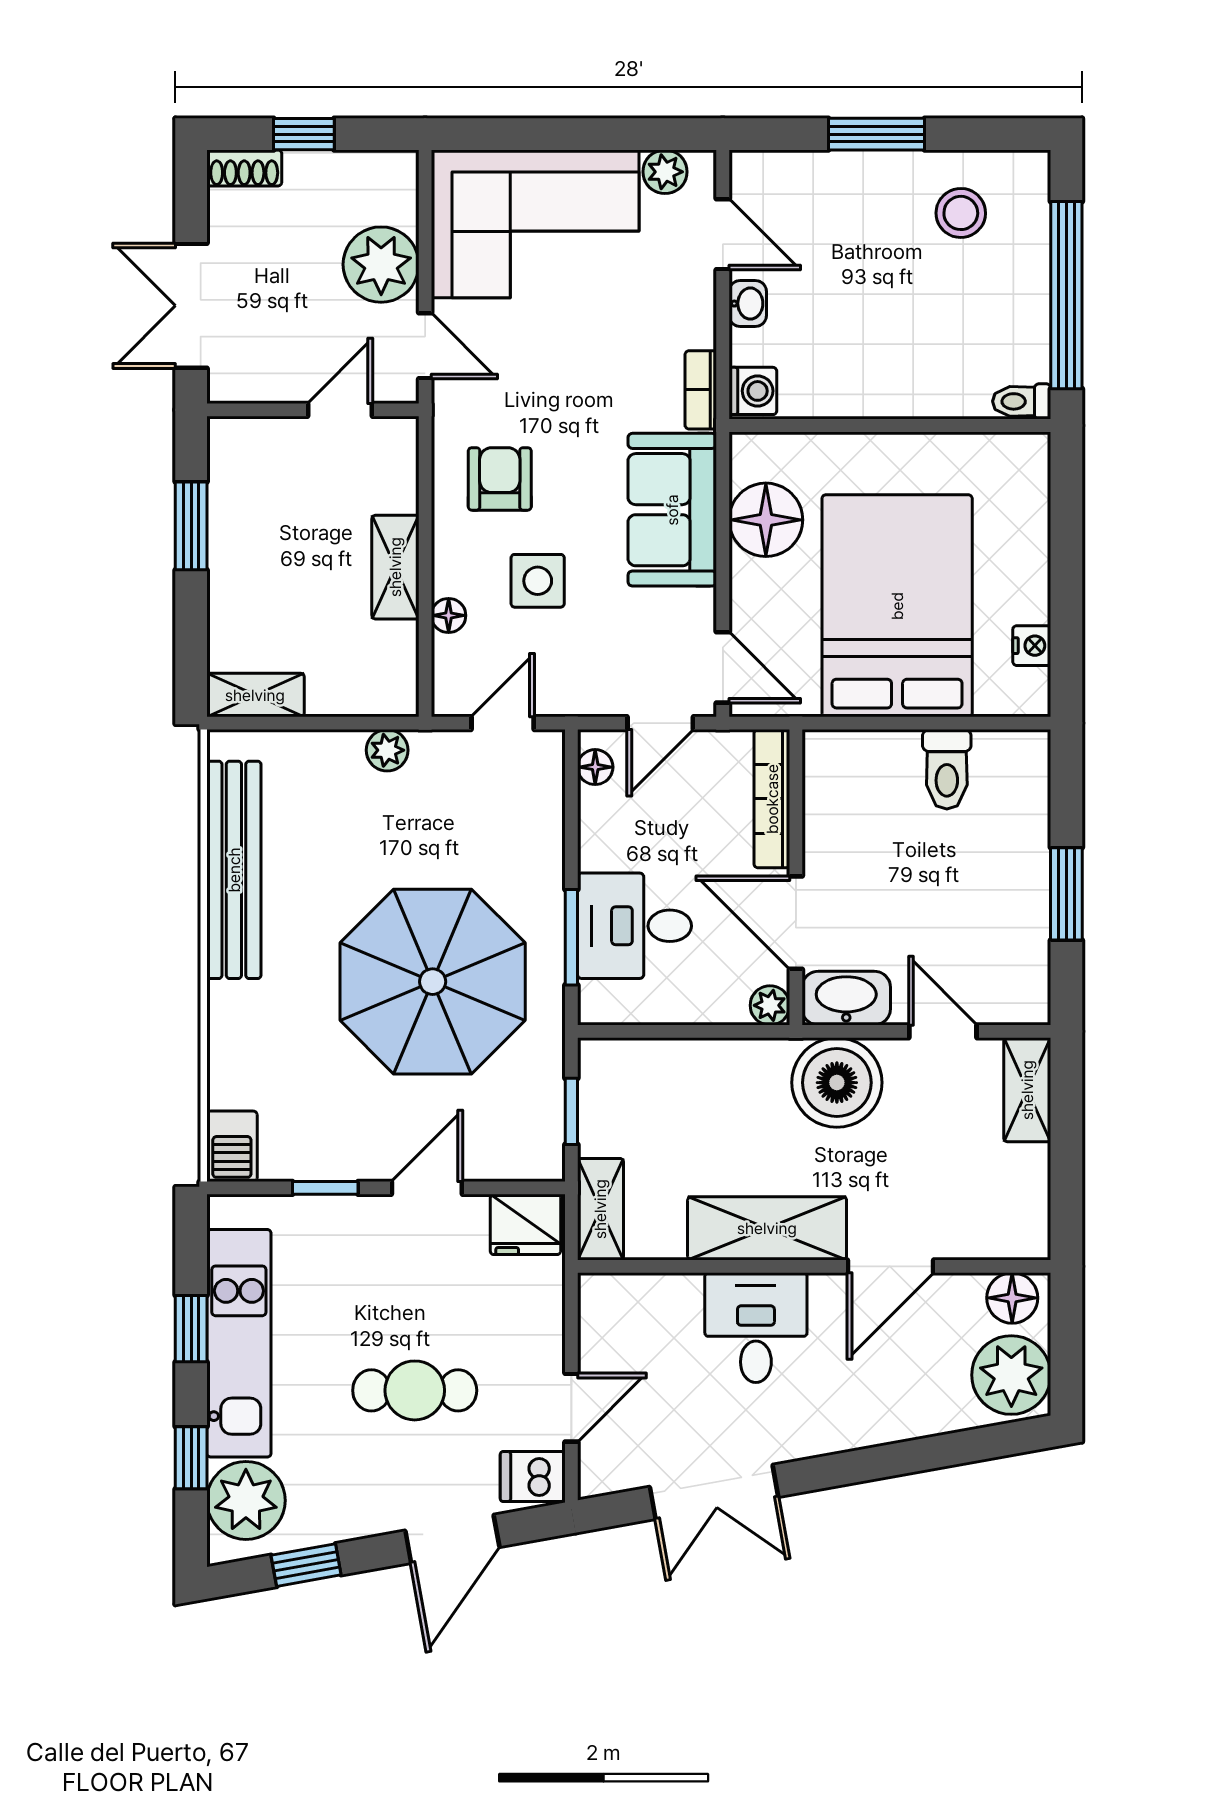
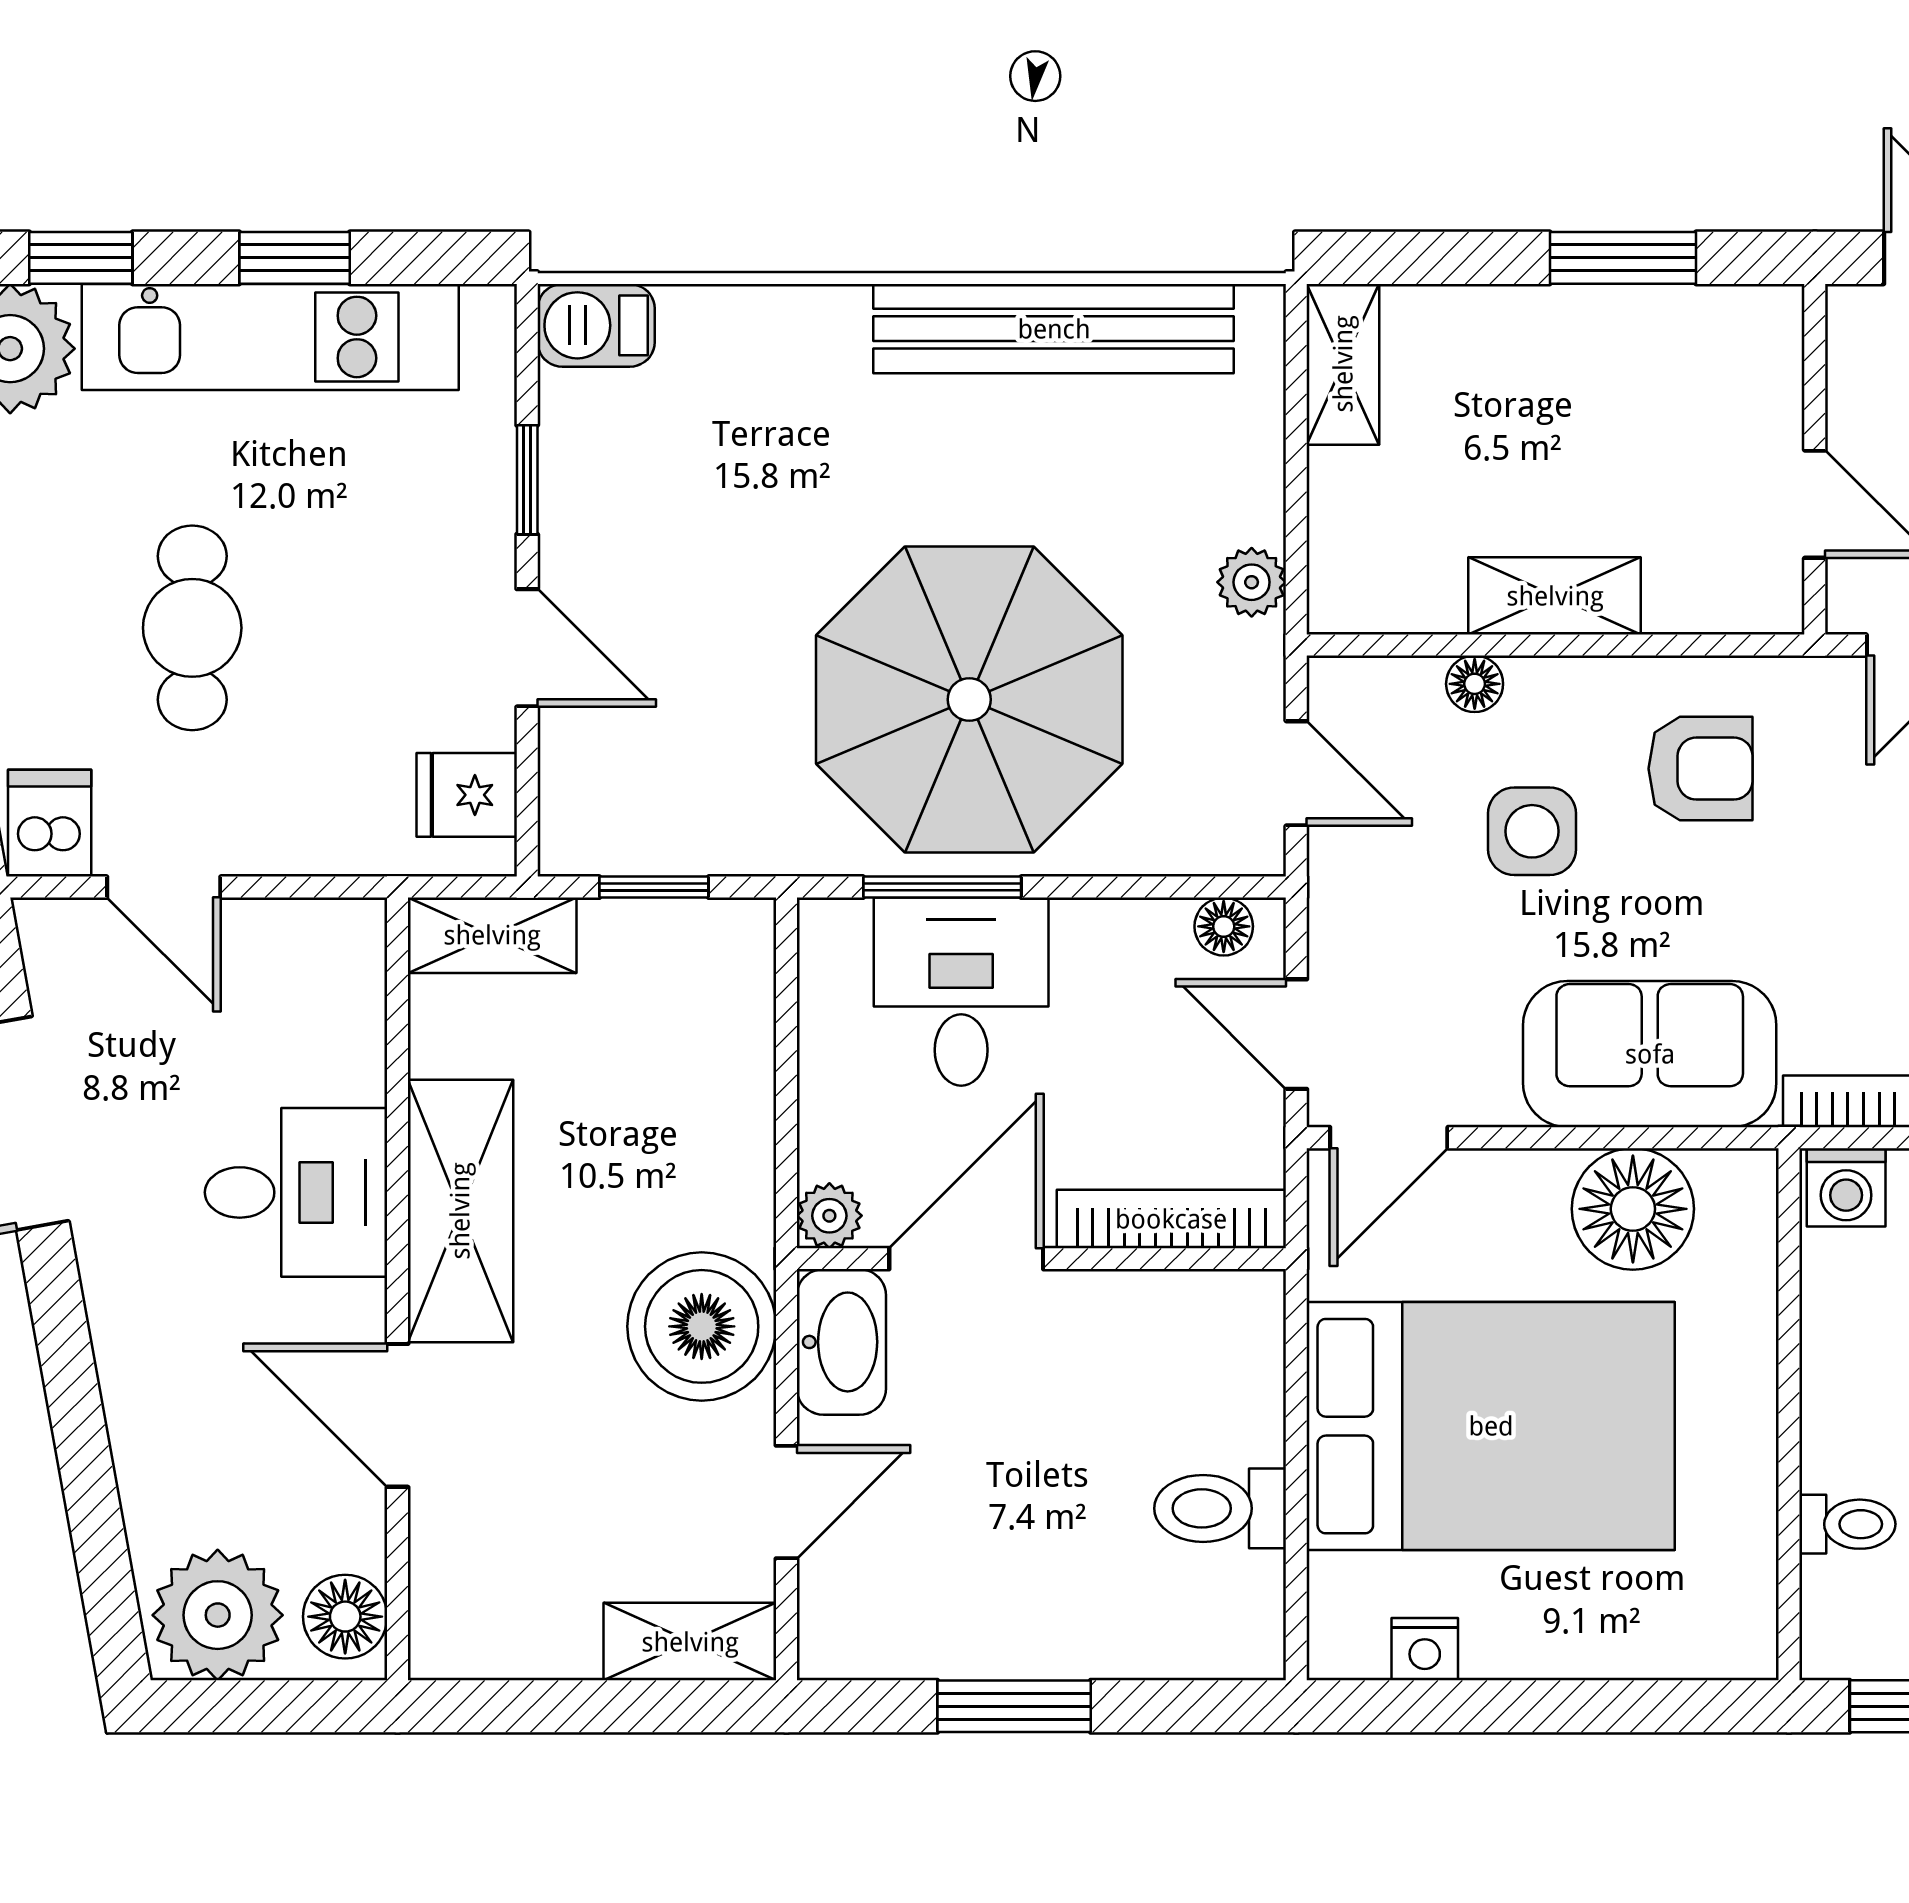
toilet: (1022, 401) -> (1847, 1524), moved, turned 90
parasol: (433, 982) -> (969, 700), moved
fridge: (525, 1224) -> (467, 795), width x0.72

